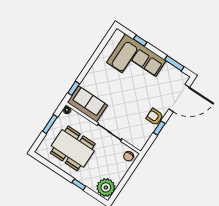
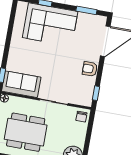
window: (159, 128) -> (96, 93), moved

